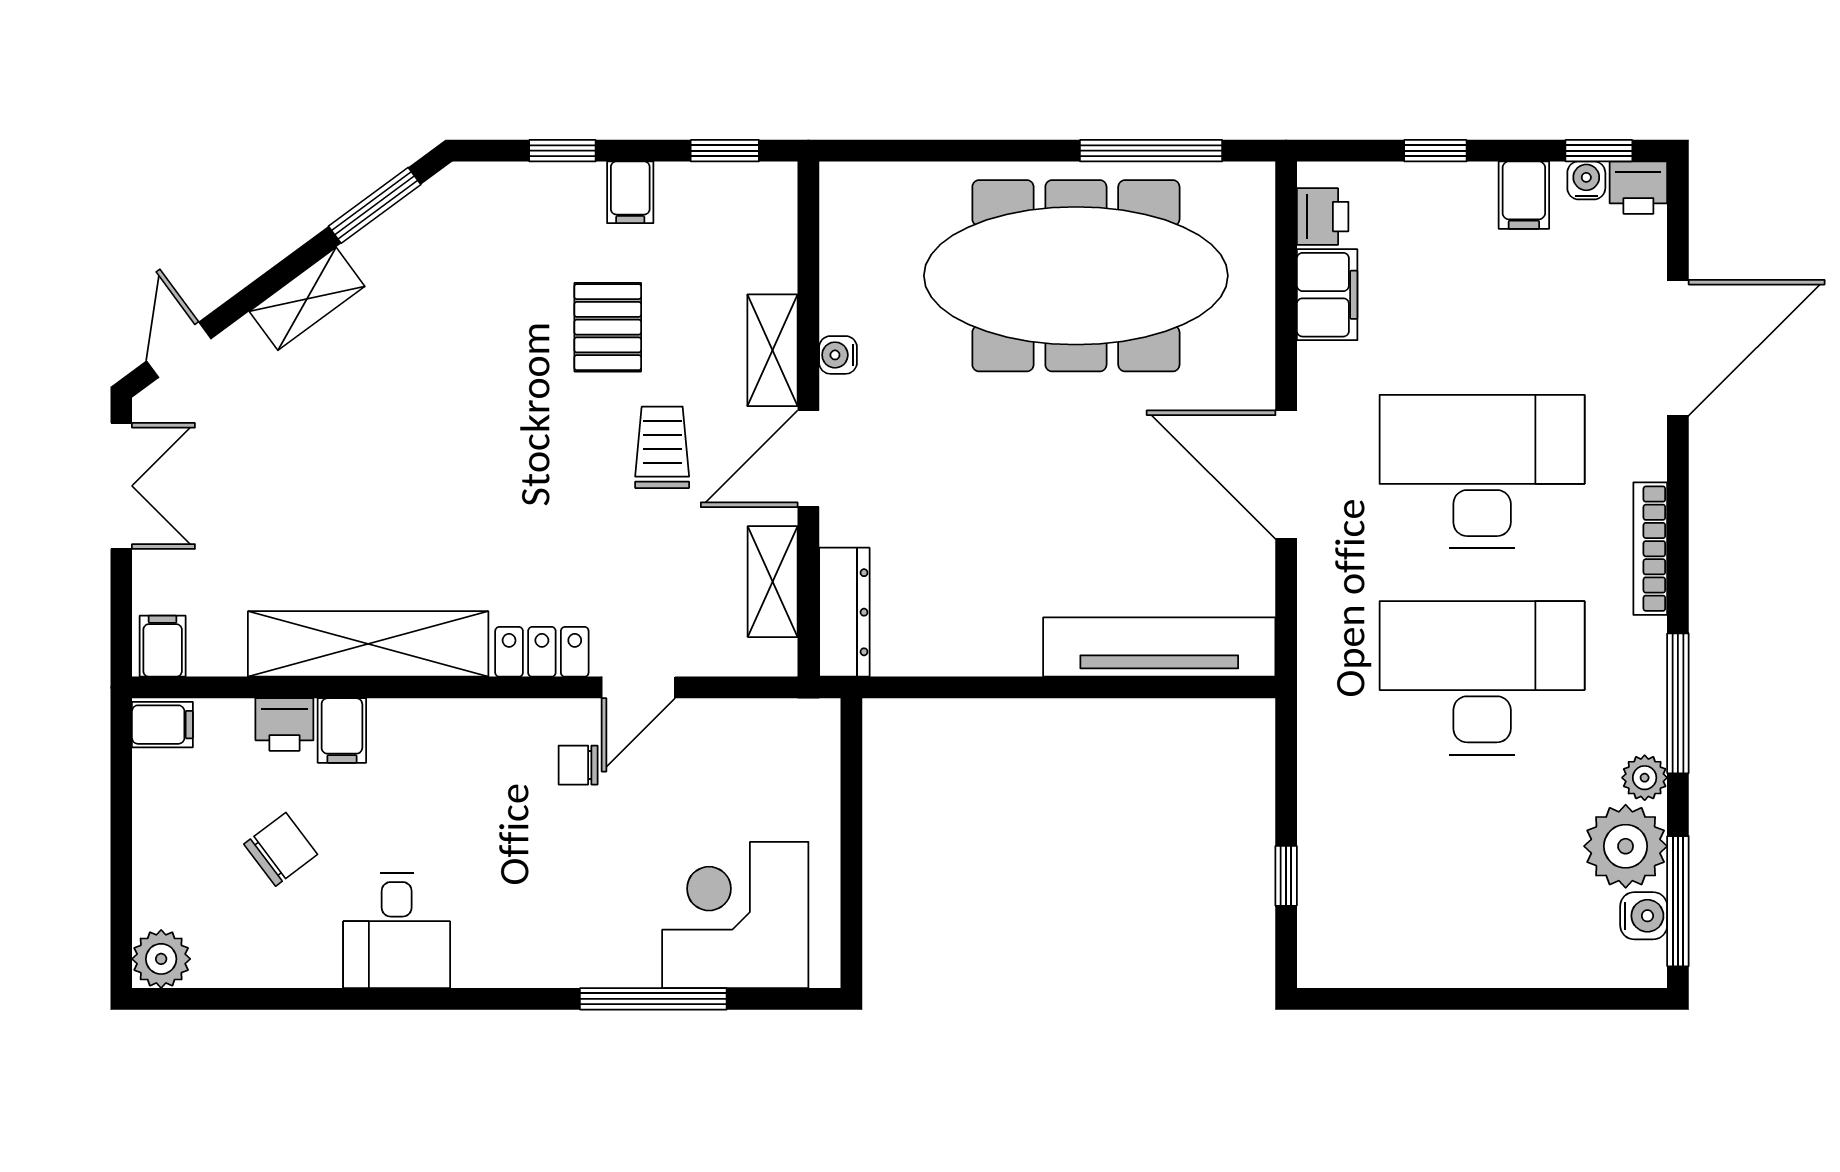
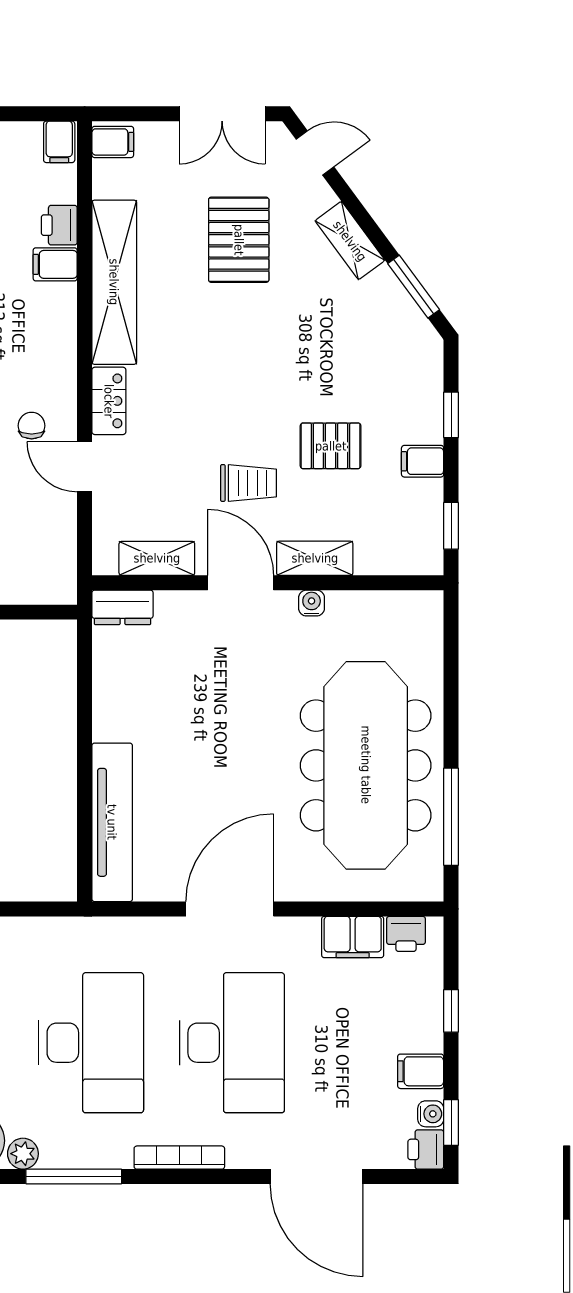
pallet: (306, 462) -> (239, 240), added
dresser: (844, 612) -> (123, 607), width x0.70

